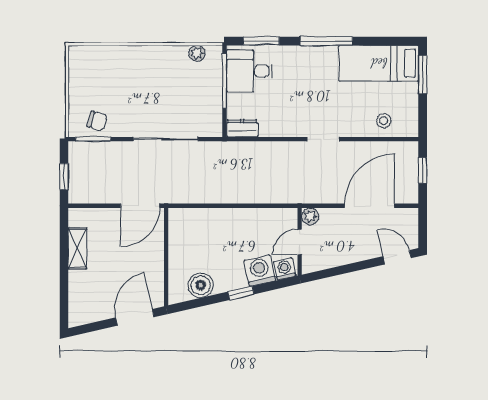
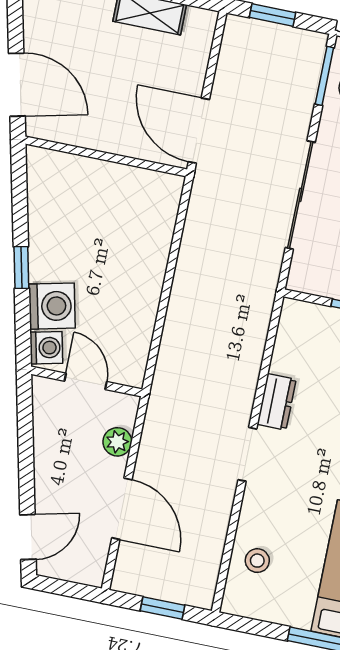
dresser: (242, 128) -> (277, 402), moved
door: (370, 206) -> (122, 509), width x0.73
plant: (310, 216) -> (117, 442), moved
boiler: (201, 285) -> (48, 204), removed

